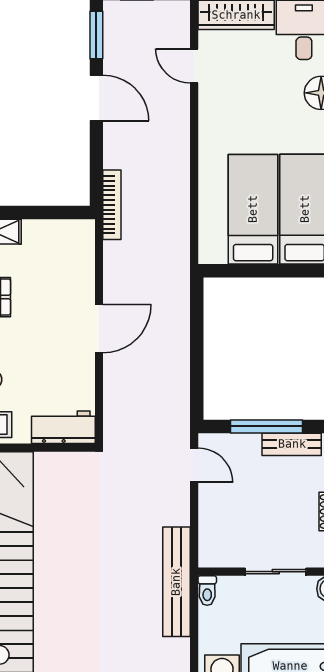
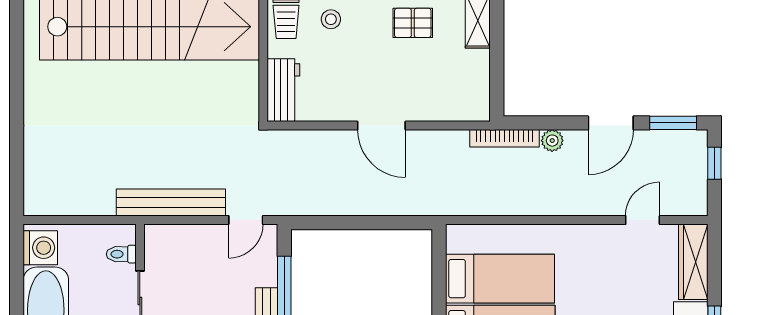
plant: (114, 157) -> (552, 141), added
bench: (176, 582) -> (171, 203), moved
toilet: (207, 591) -> (121, 254), moved

